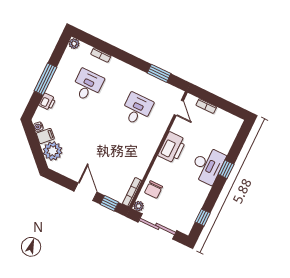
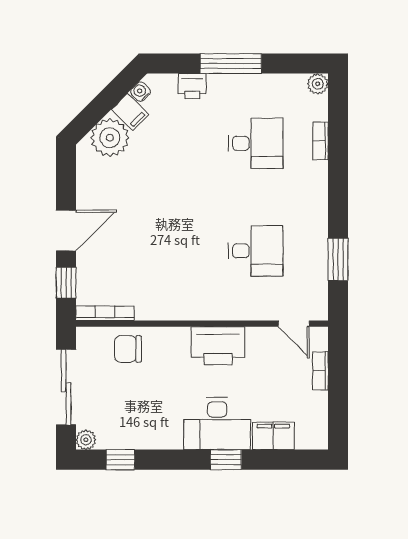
door: (179, 108) -> (294, 324), hinge flipped
filing cabinet: (226, 142) -> (273, 436), added
plant: (139, 206) -> (86, 440), moved

